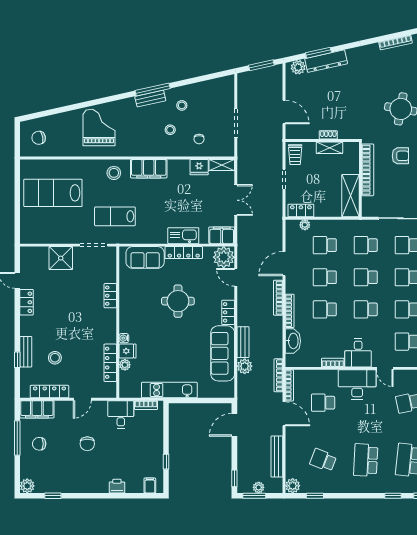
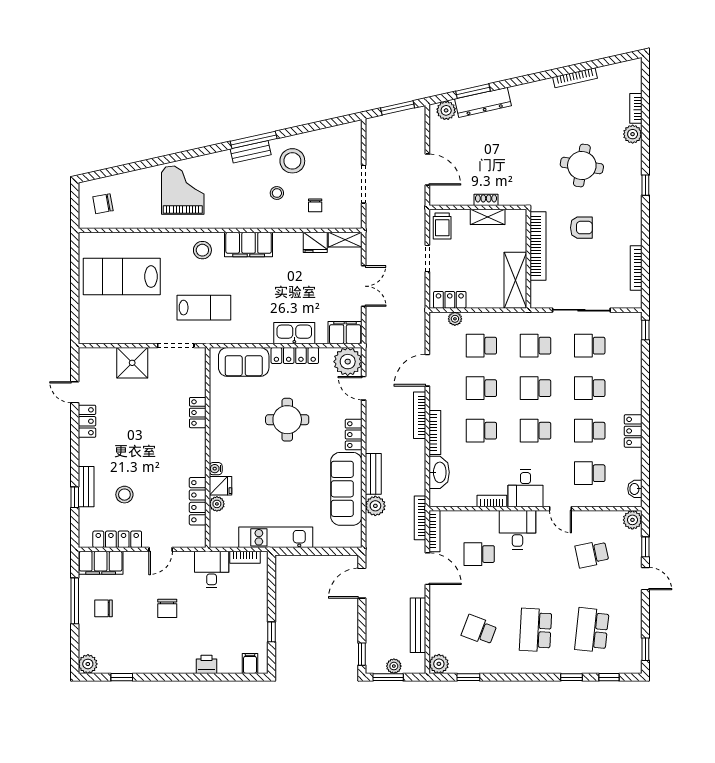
stool: (182, 105) -> (292, 161), width x1.89, depth x1.89
lab bench: (115, 216) -> (204, 308), turned 180
desk: (357, 384) -> (517, 530), width x0.73

